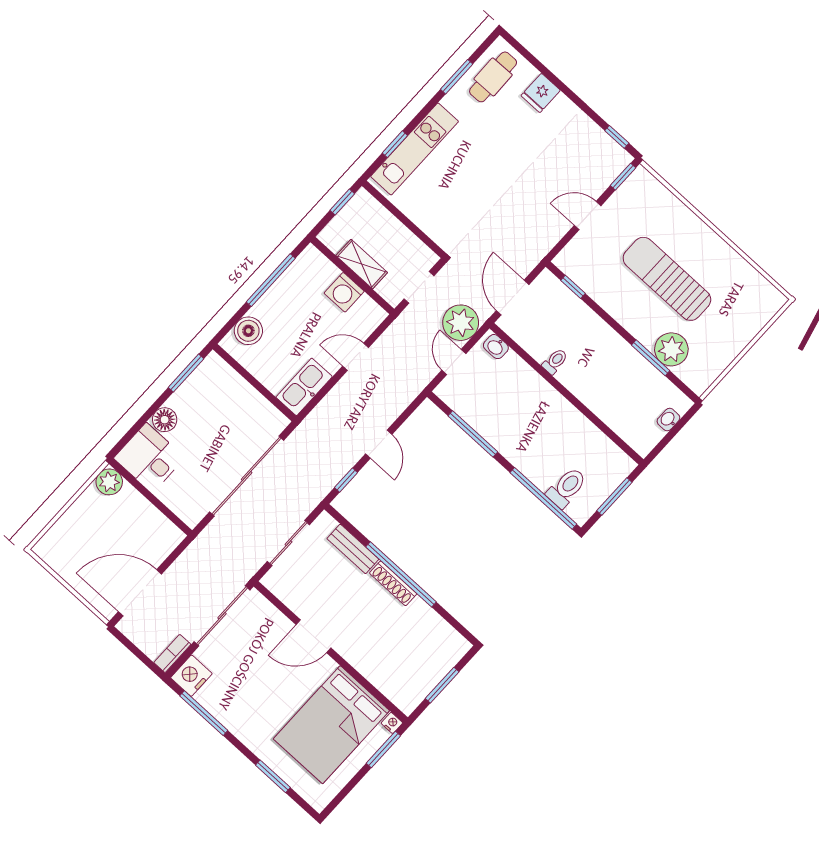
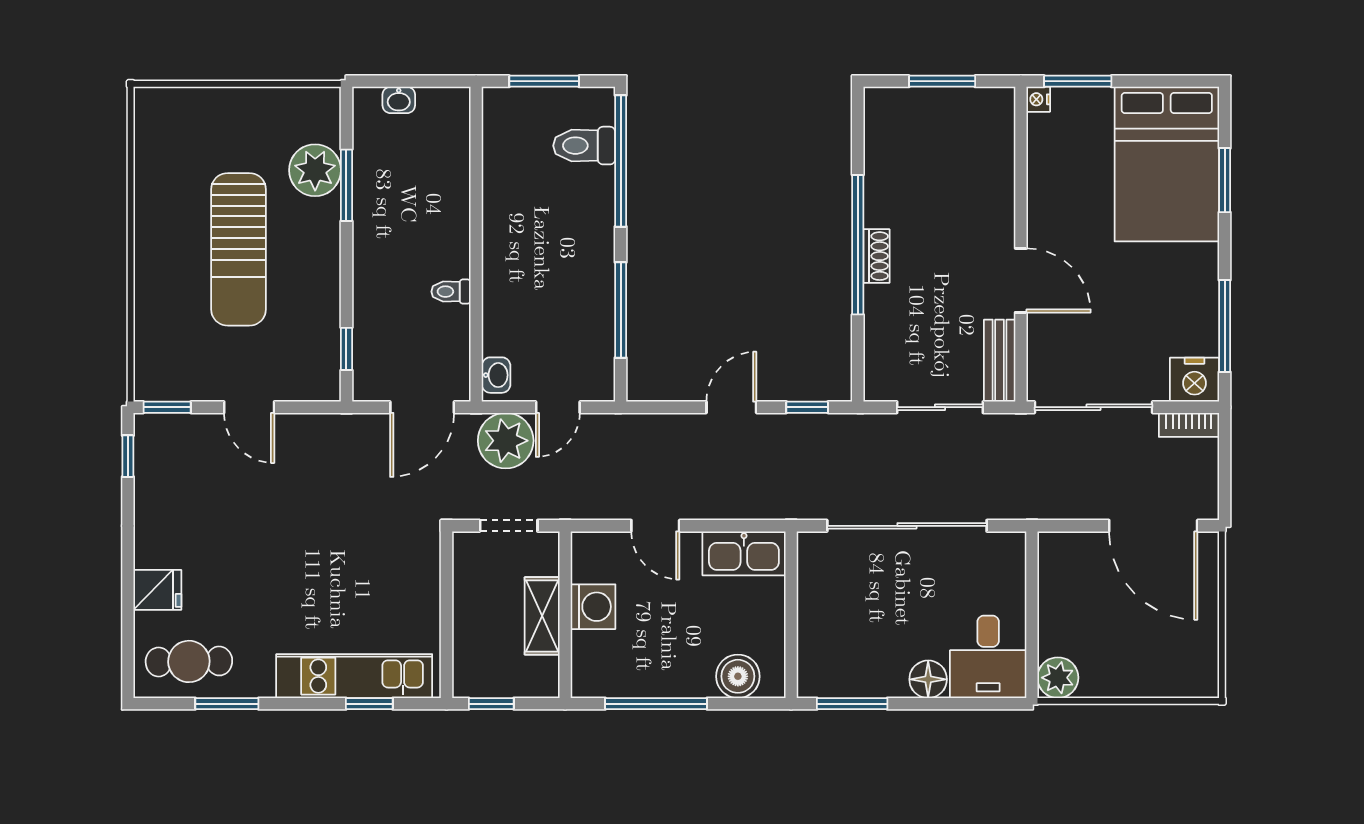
bench: (353, 549) -> (1000, 361), moved
shoe rack: (393, 583) -> (876, 256), width x0.70
bed: (331, 725) -> (1167, 164), moved, turned 90

